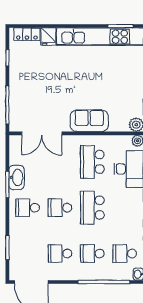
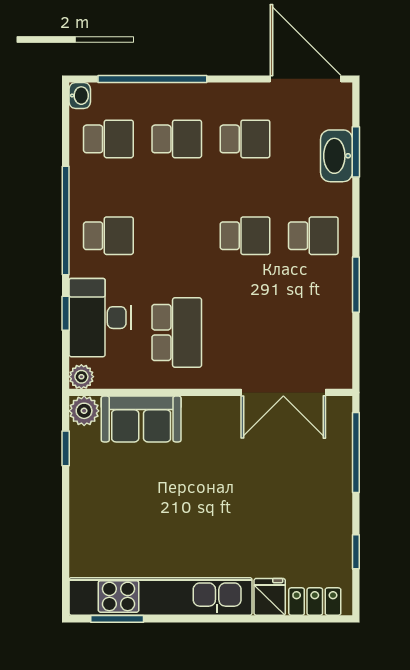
sofa: (89, 121) -> (141, 419), moved
double door: (42, 133) -> (283, 392), swing flipped
washbasin: (17, 178) -> (337, 156), moved
school desk: (92, 208) -> (108, 236), moved, width x0.54

